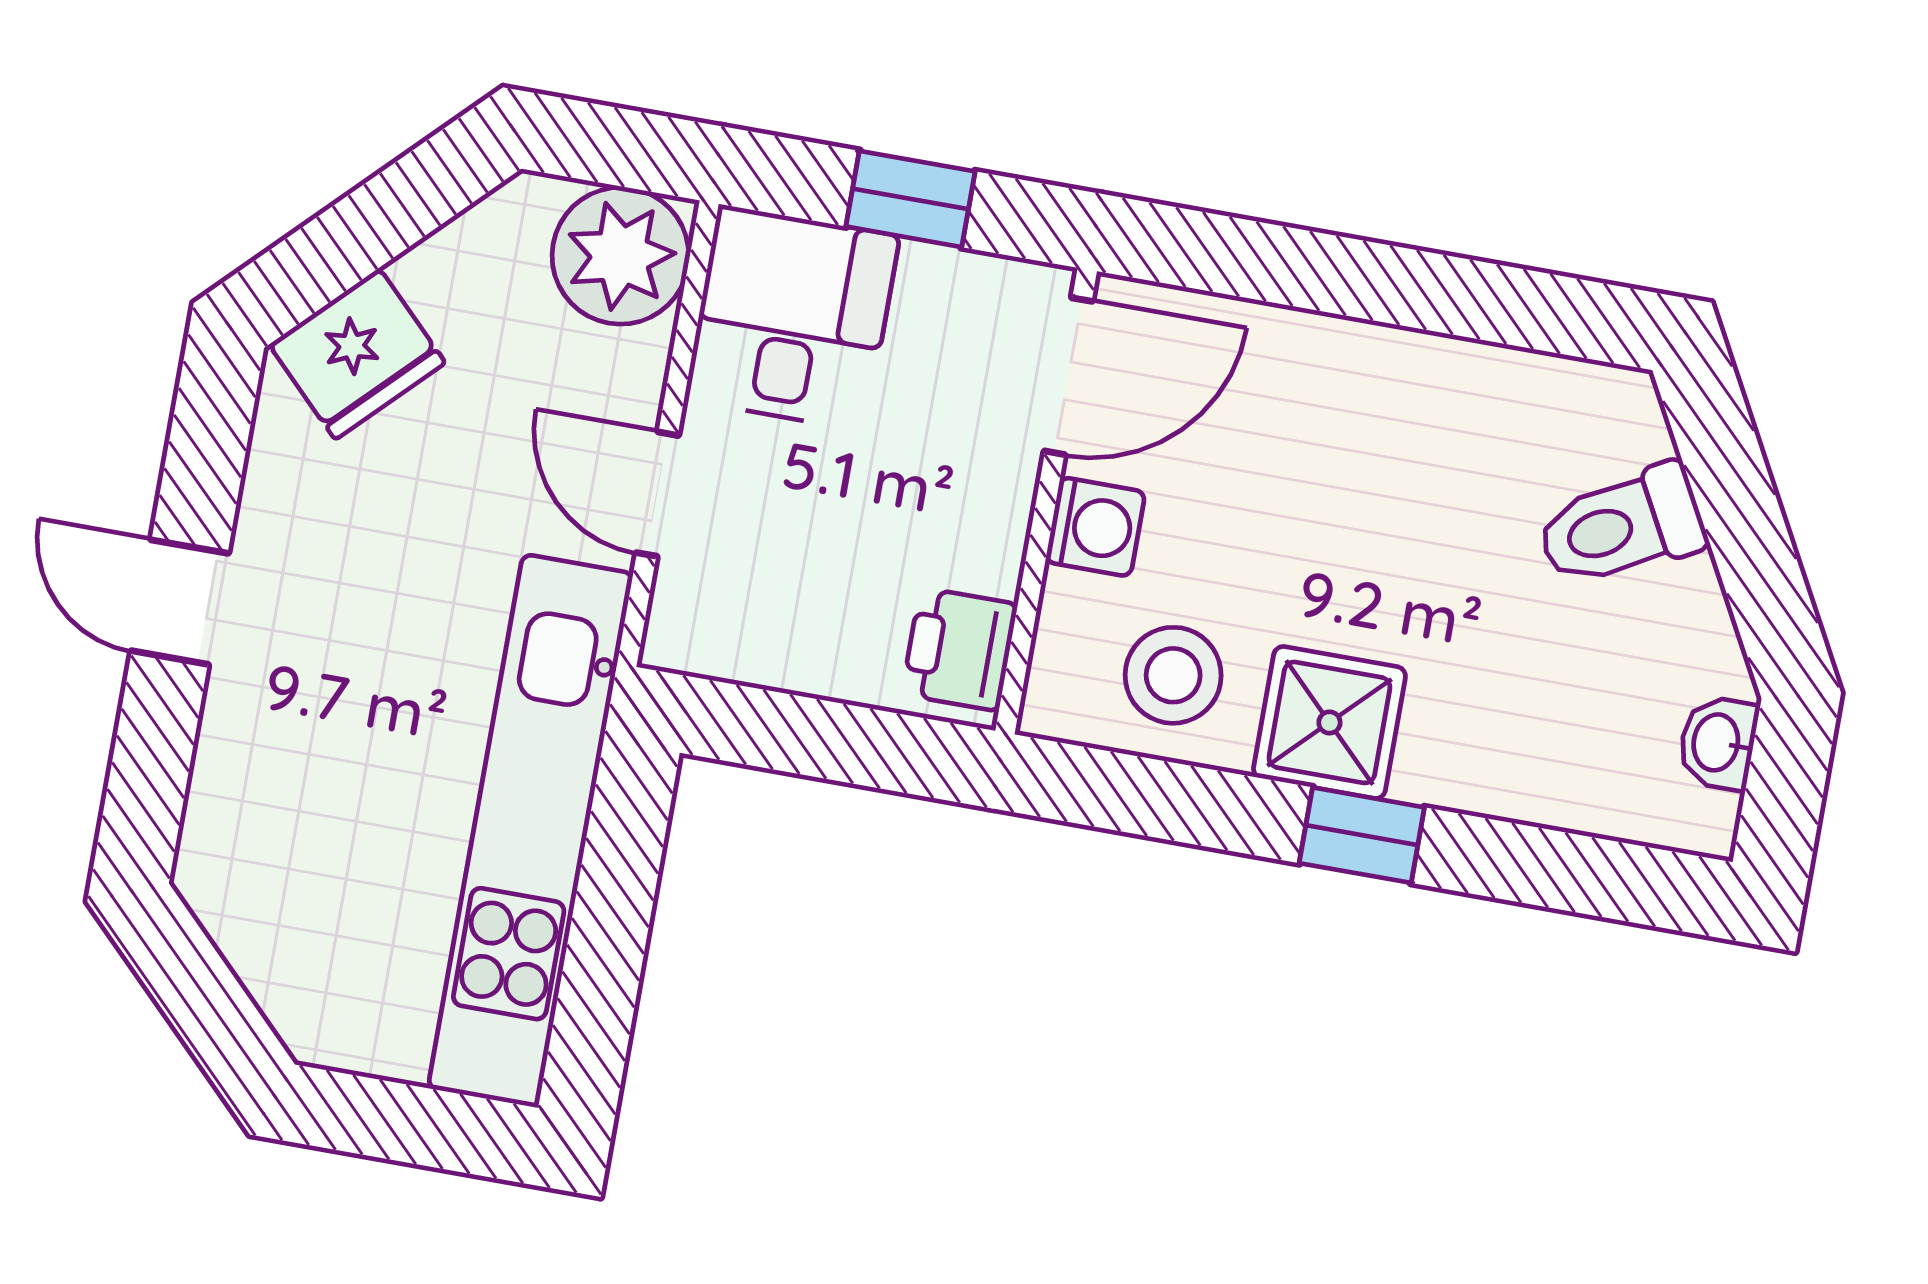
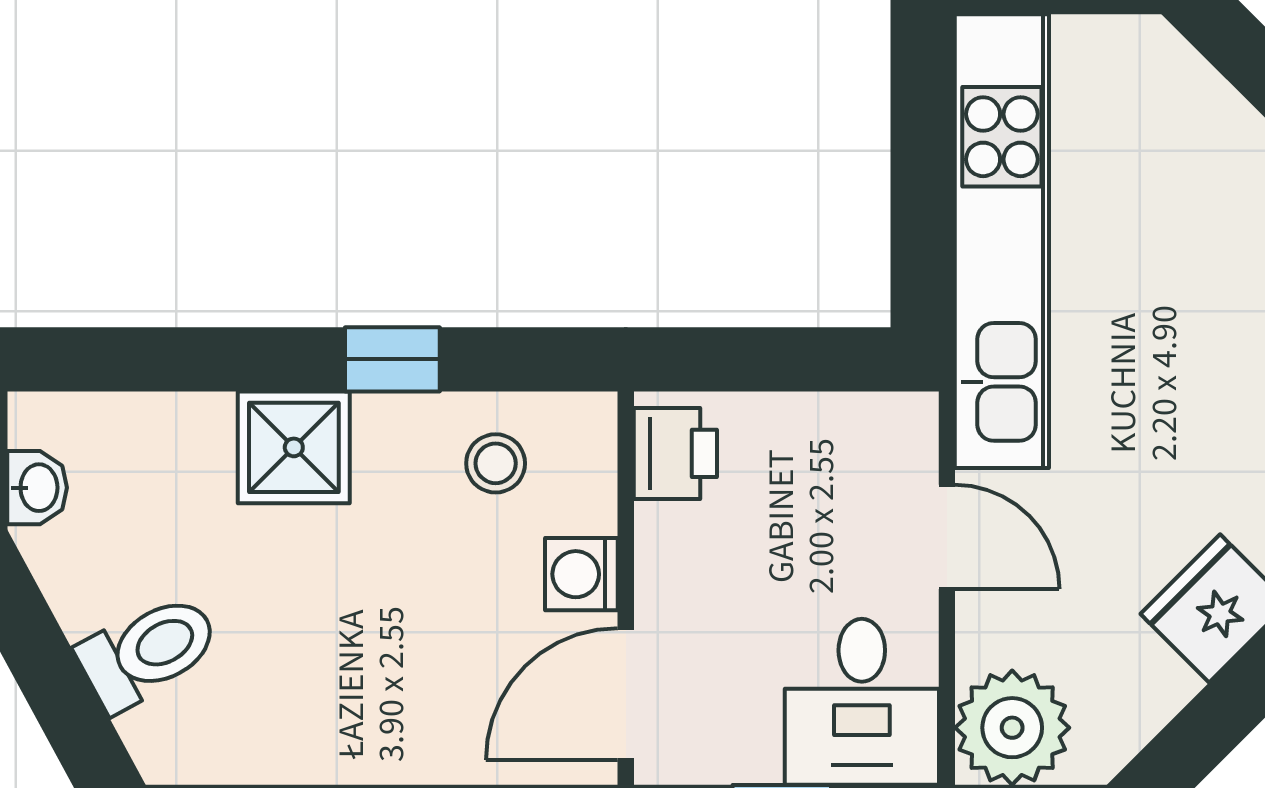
stool: (1173, 675) -> (496, 463), width x0.73, depth x0.73
shower: (1329, 722) -> (294, 447), moved
window: (1362, 835) -> (392, 359), moved

